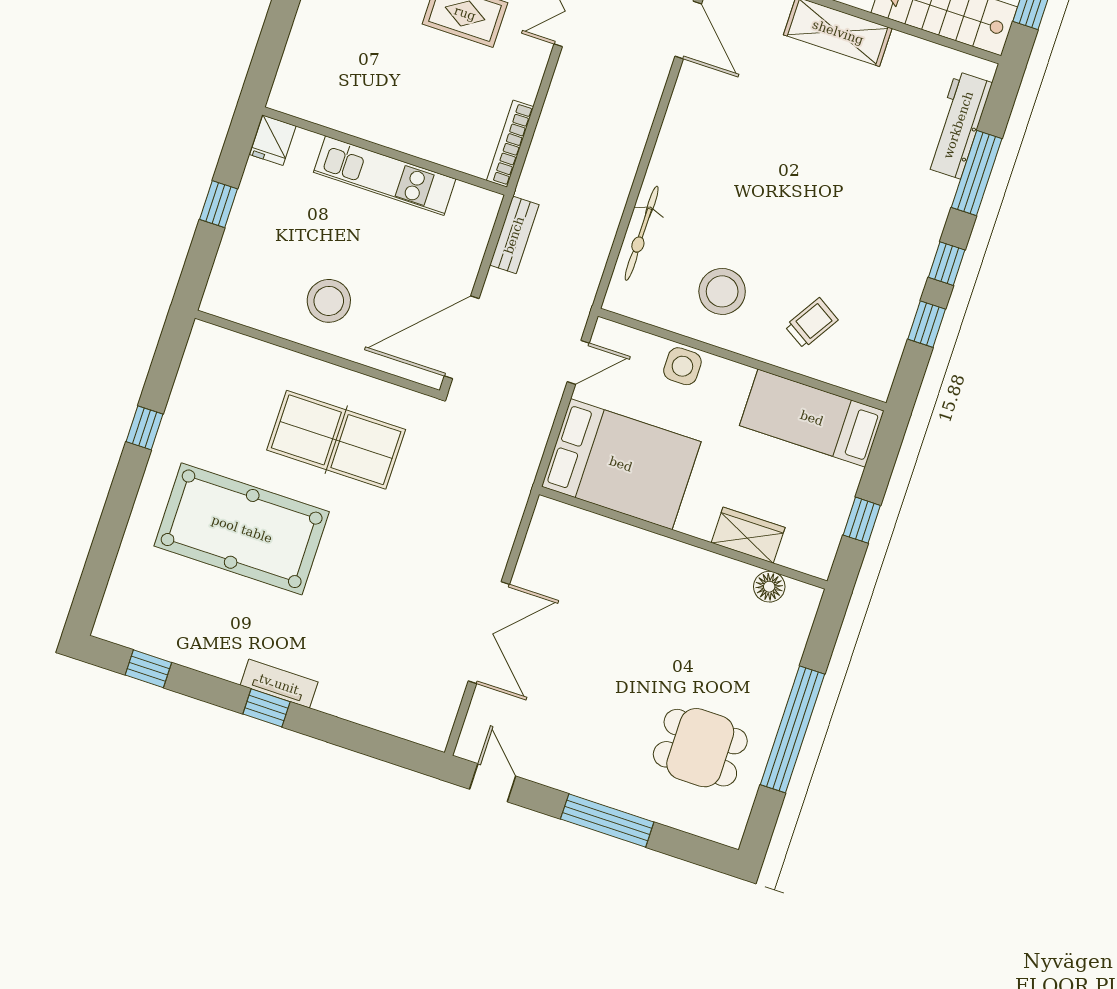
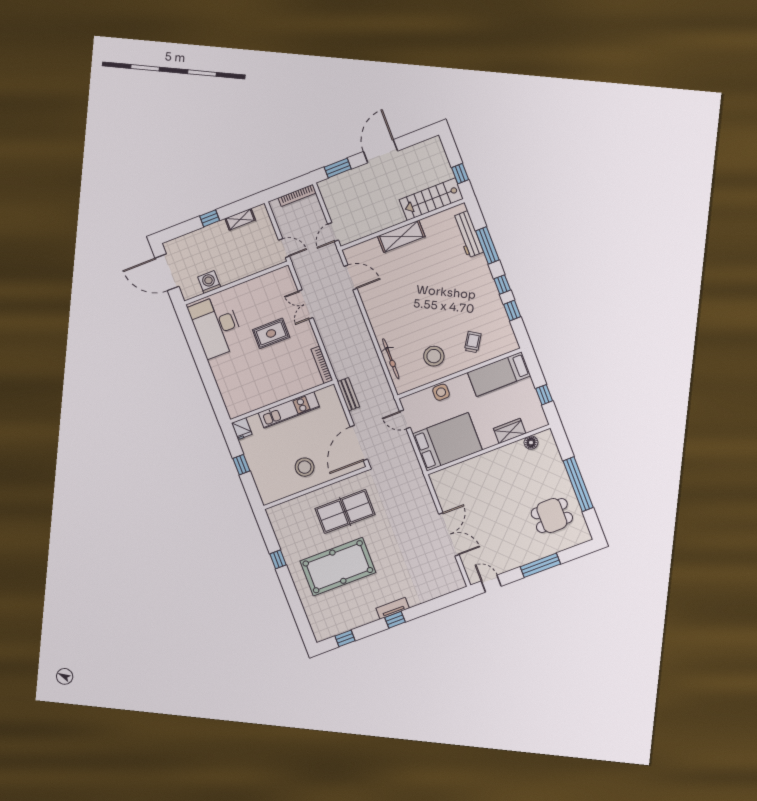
door: (578, 362) -> (405, 419), swing flipped

